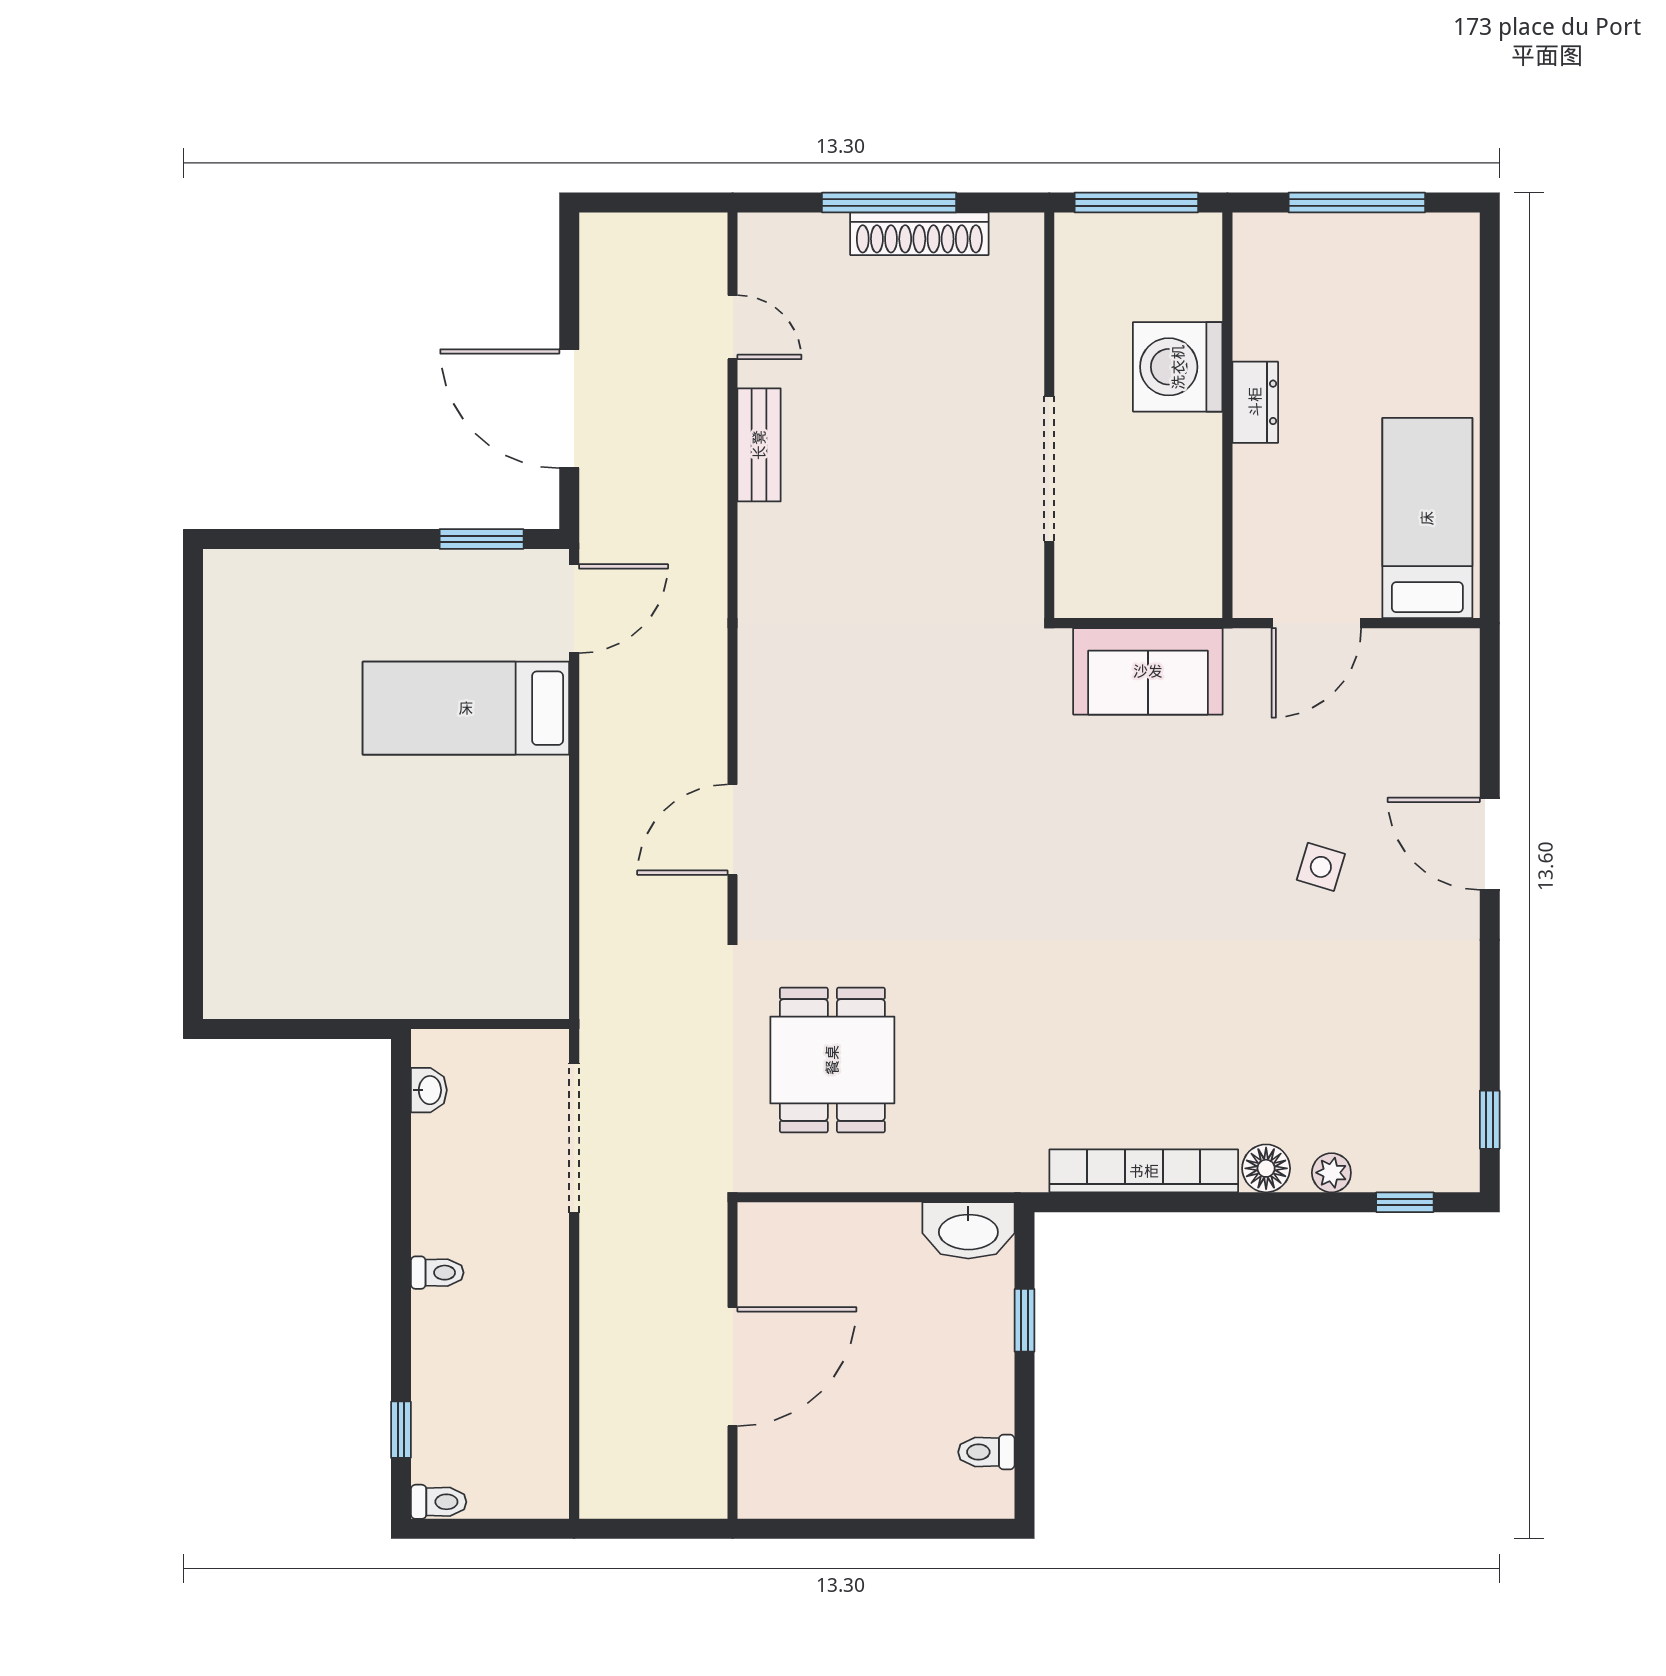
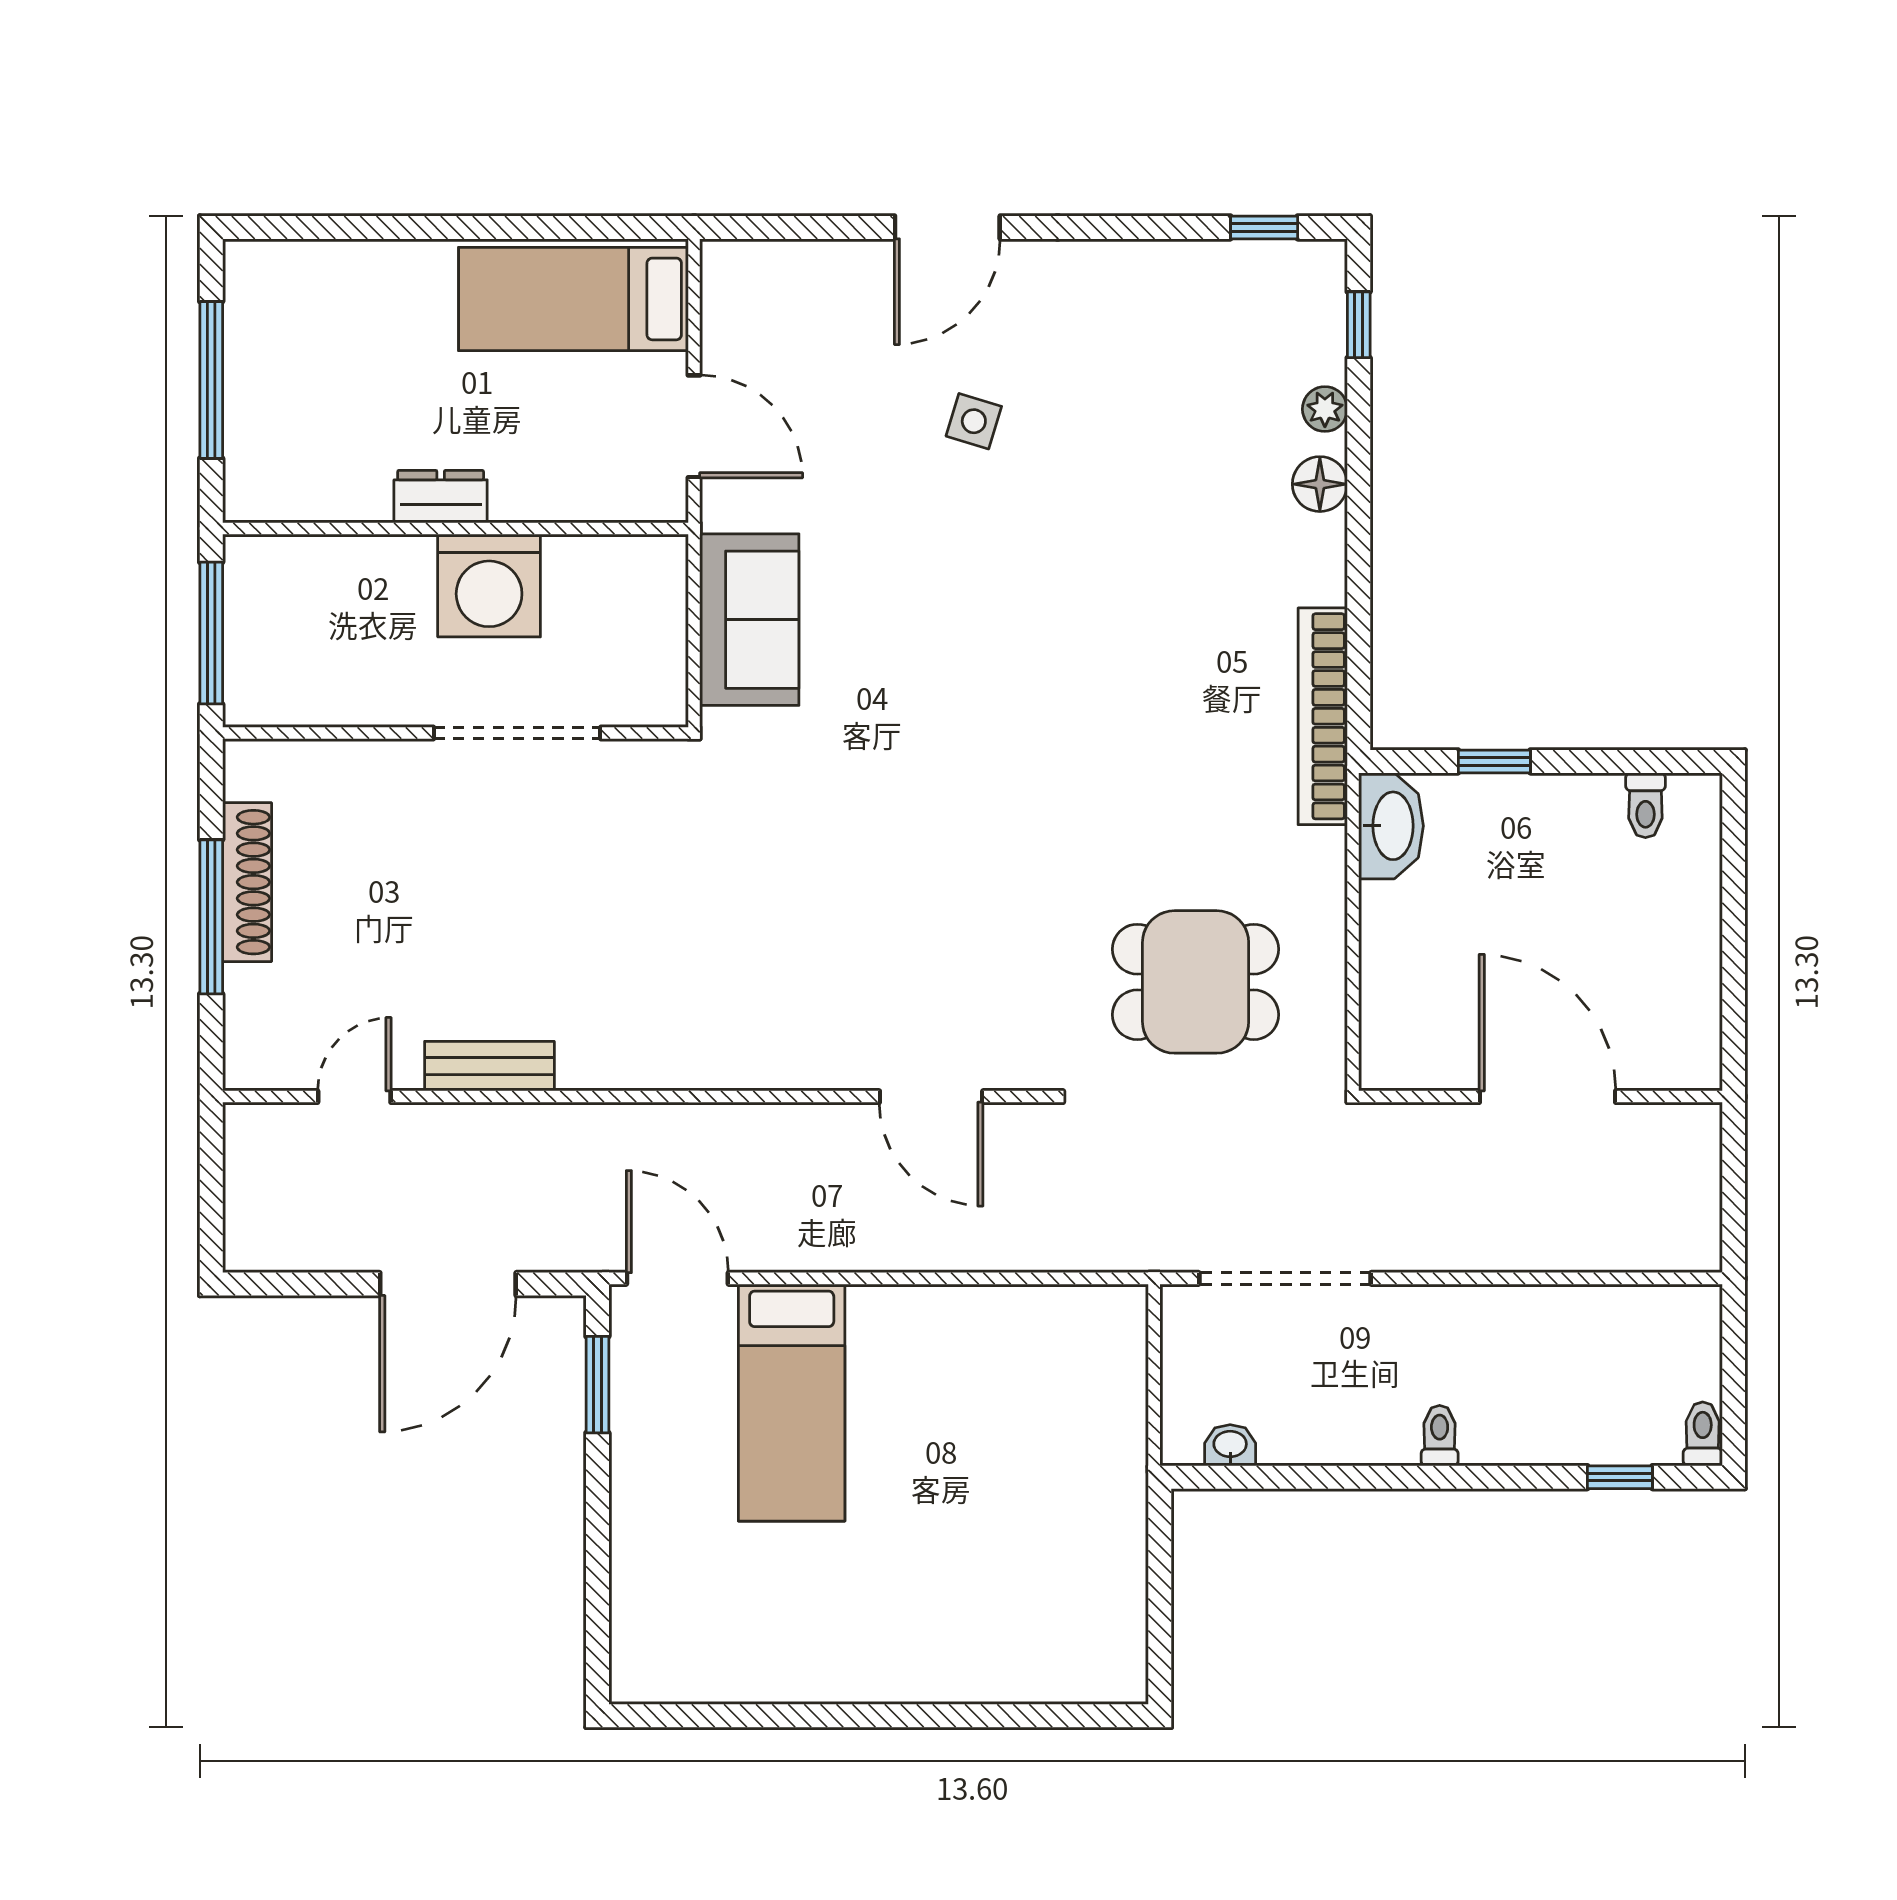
washing machine: (1178, 367) -> (489, 586), moved
bookcase: (1144, 1171) -> (1323, 716), moved

